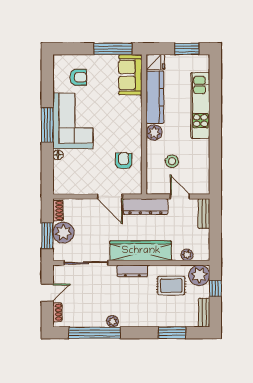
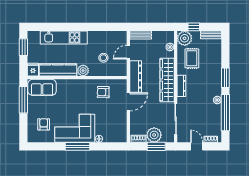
window: (172, 333) -> (225, 78), moved

